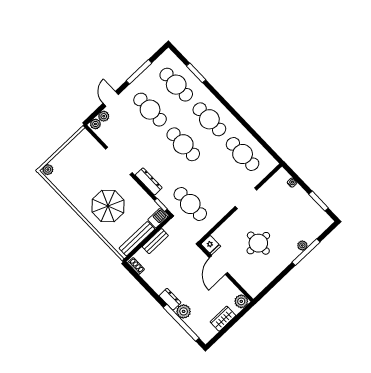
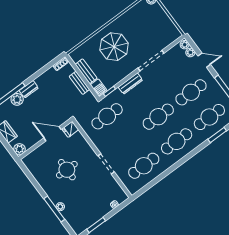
bench: (137, 239) -> (86, 71), width x0.73

